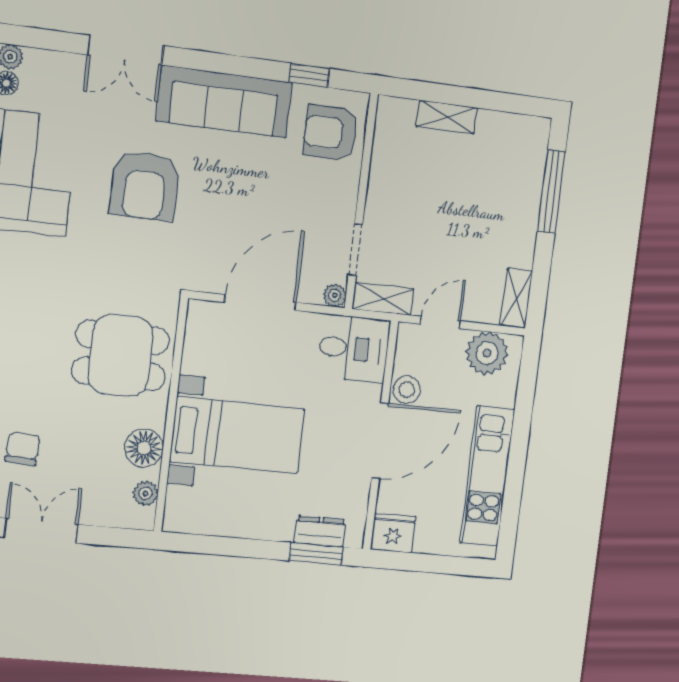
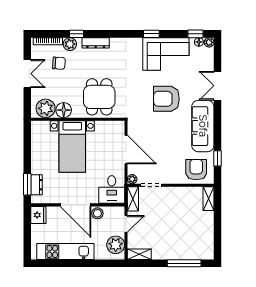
shelving: (447, 117) -> (208, 199), moved
door: (441, 323) -> (126, 224), hinge flipped
plant: (145, 493) -> (46, 108), width x1.87, depth x1.87

